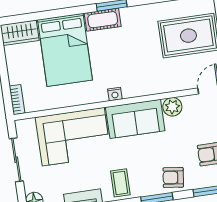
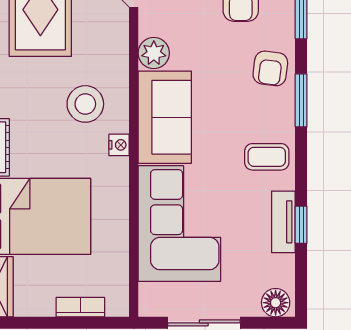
stool: (136, 70) -> (85, 104), added
bookcase: (17, 100) -> (80, 307), moved

